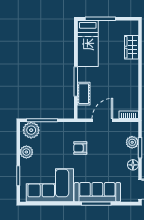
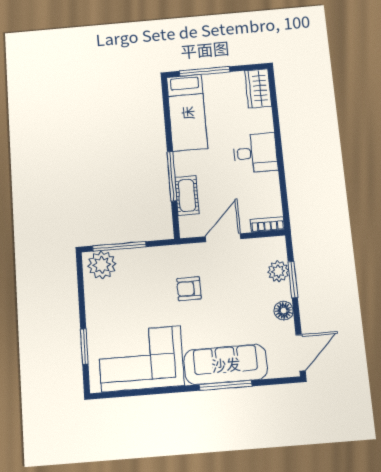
wardrobe: (131, 47) -> (258, 88), moved
desk: (126, 72) -> (255, 153), added
plant: (26, 152) -> (96, 303), removed

